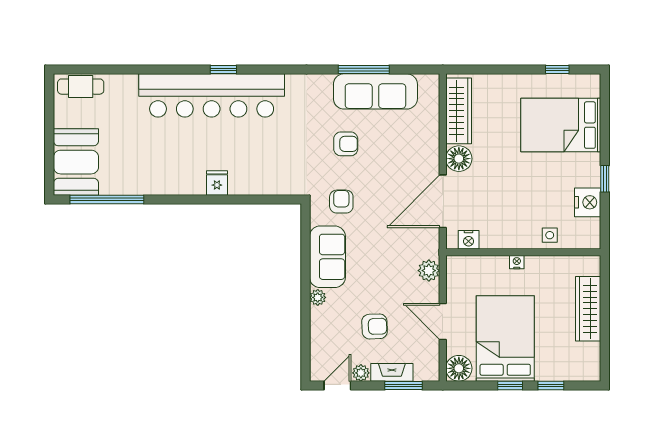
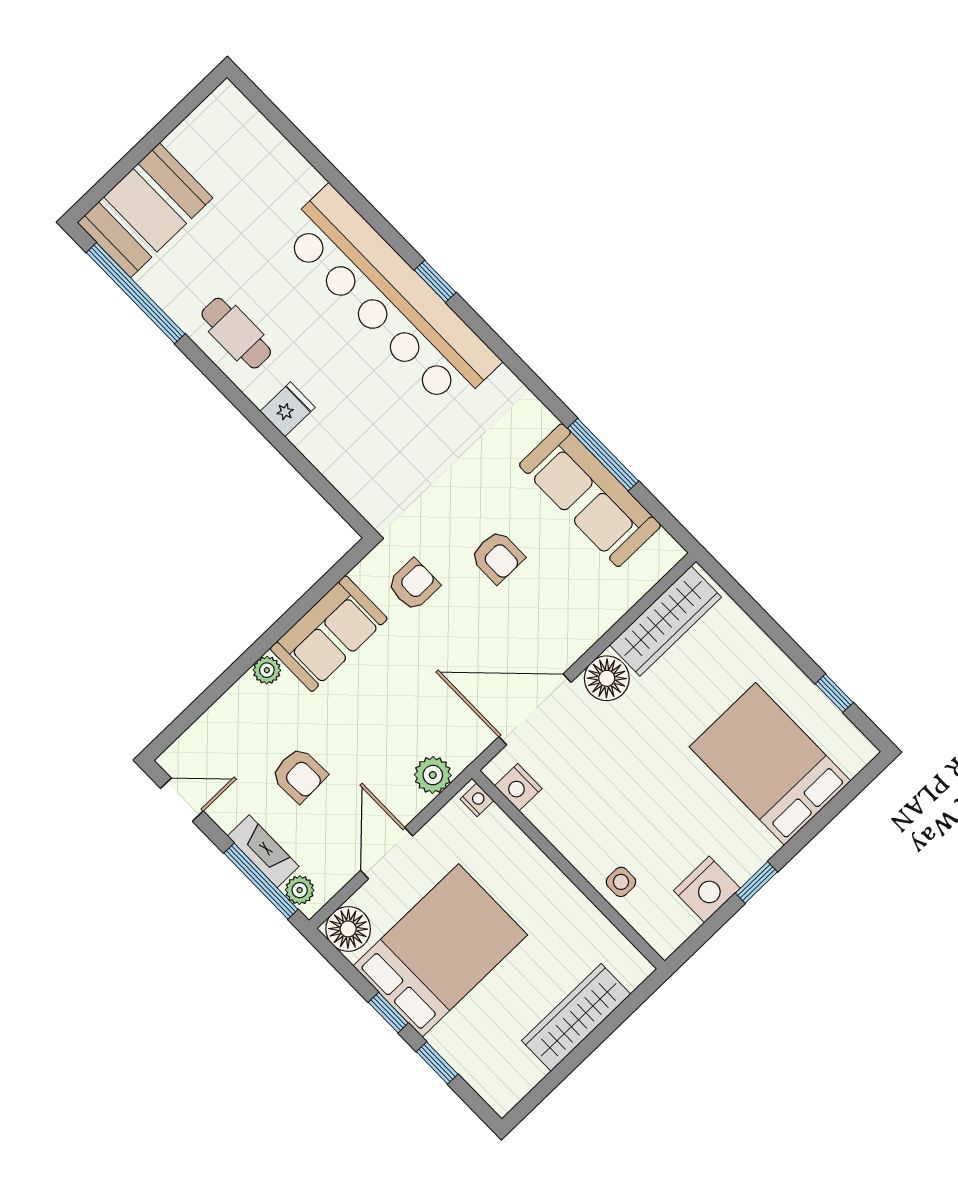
cafe table: (81, 87) -> (236, 333), moved
armchair: (346, 144) -> (497, 557), moved
nightstand: (517, 262) -> (477, 800), moved
plant: (361, 373) -> (300, 890), moved
window: (404, 385) -> (261, 881), width x1.44

